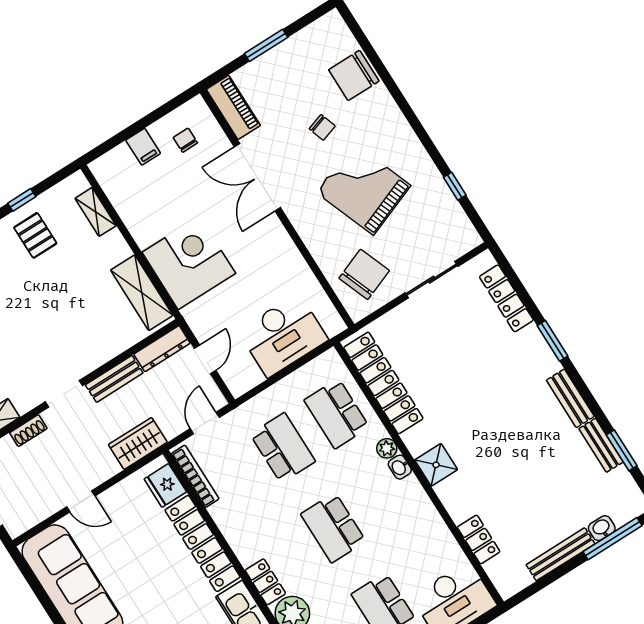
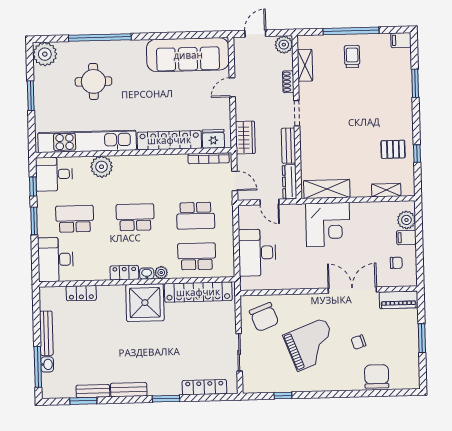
plant: (120, 161) -> (406, 220), added
shower: (436, 465) -> (145, 303), width x1.86, depth x1.86
locker: (265, 582) -> (124, 273), moved, turned 180

